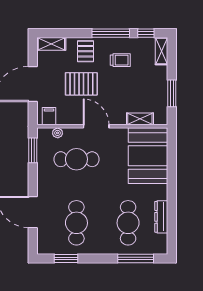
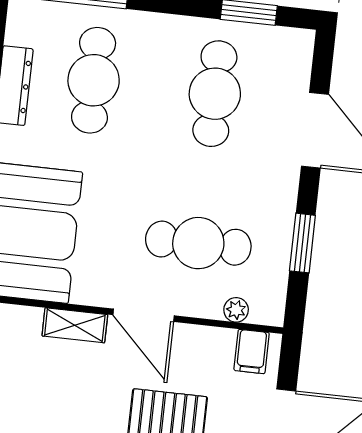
shelving: (140, 119) -> (75, 325), moved
window: (33, 150) -> (302, 243), moved

